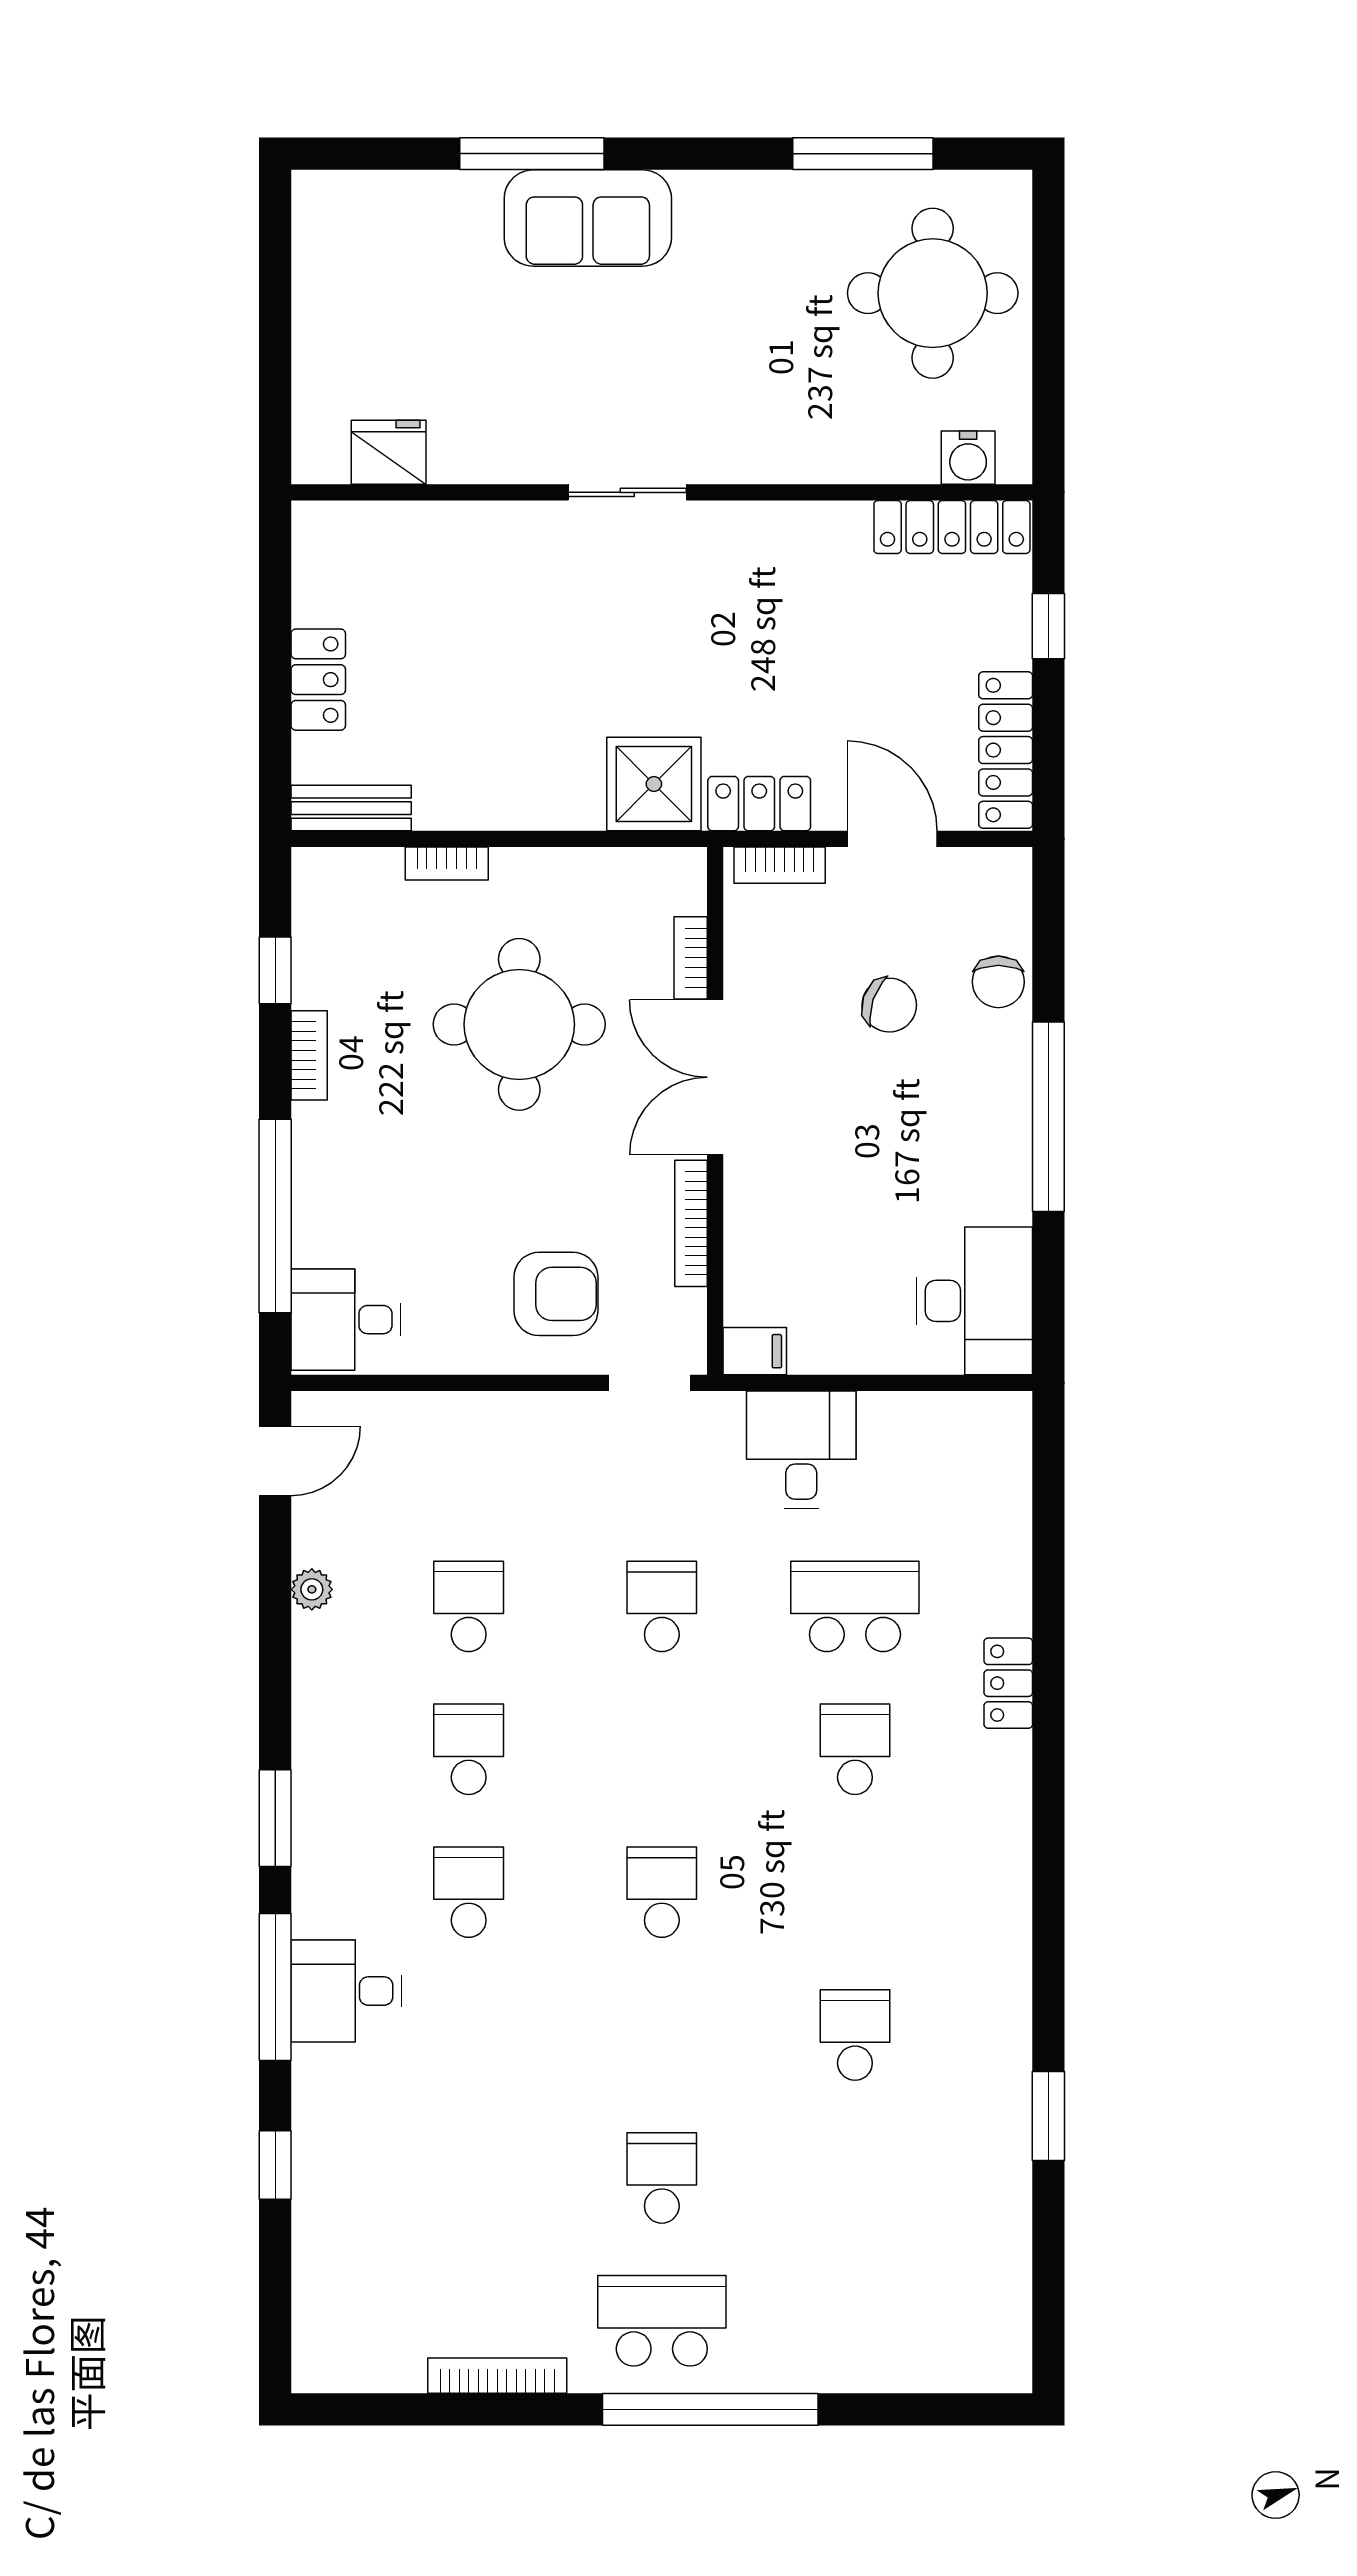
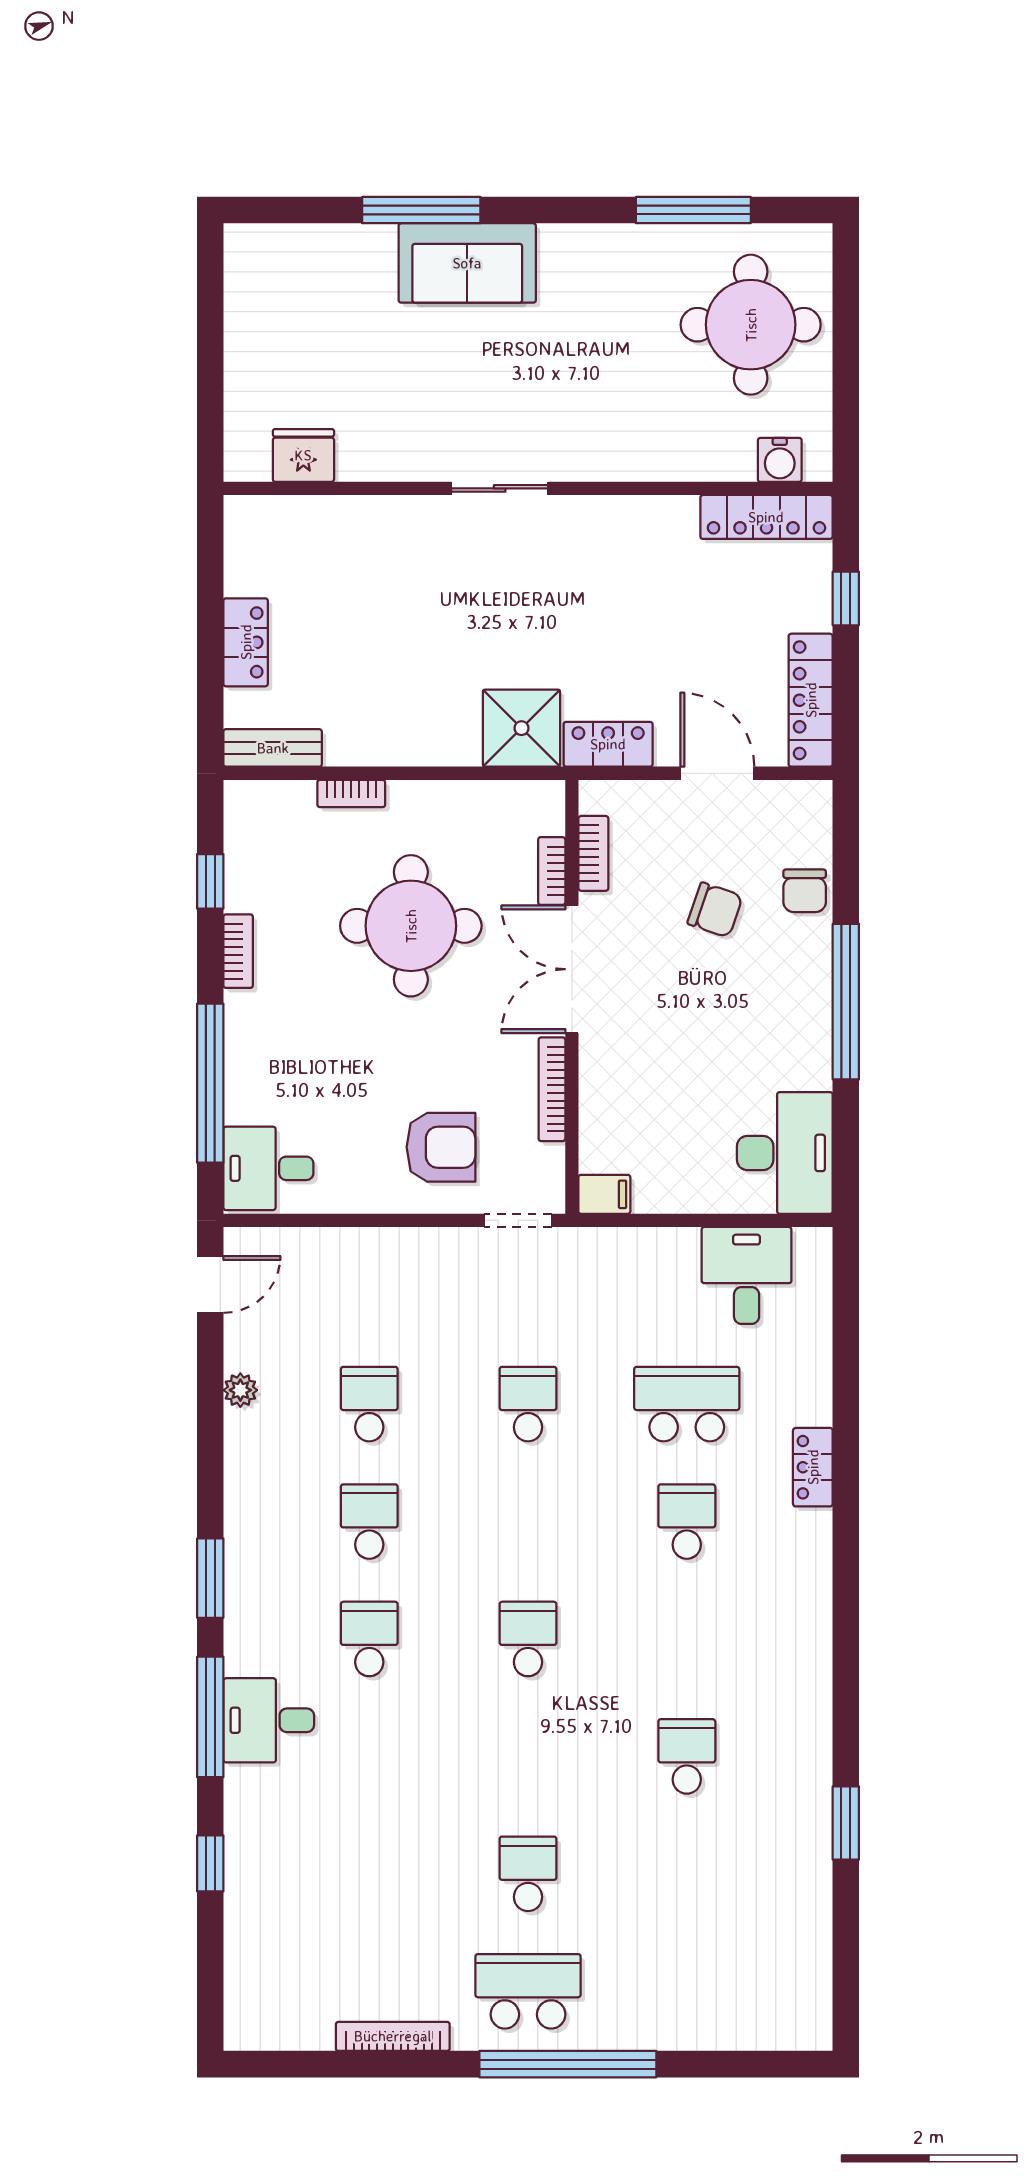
bookcase: (780, 865) -> (593, 853), moved, turned -90
desk: (801, 1450) -> (747, 1275), moved

